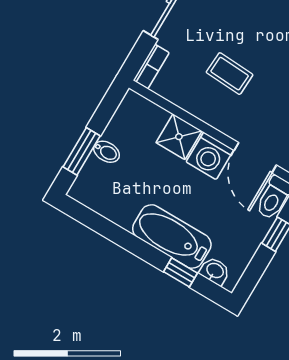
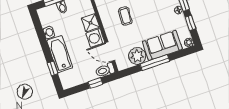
door: (255, 158) -> (110, 51), hinge flipped
washbasin: (215, 271) -> (49, 32), moved

